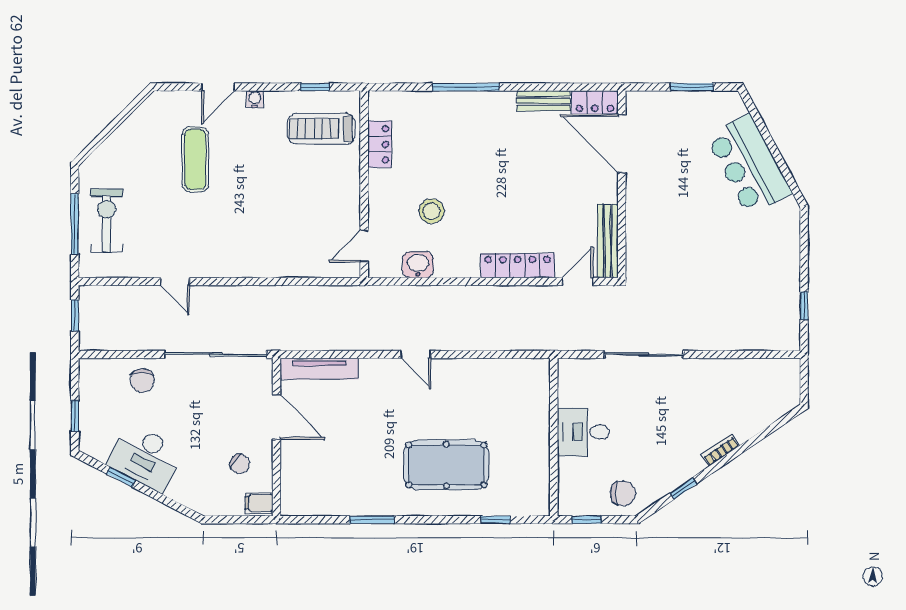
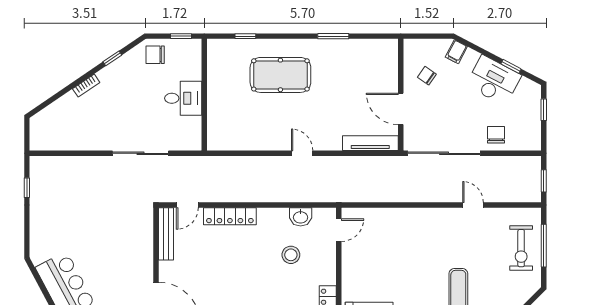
filing cabinet: (259, 503) -> (456, 52), moved, turned 118

